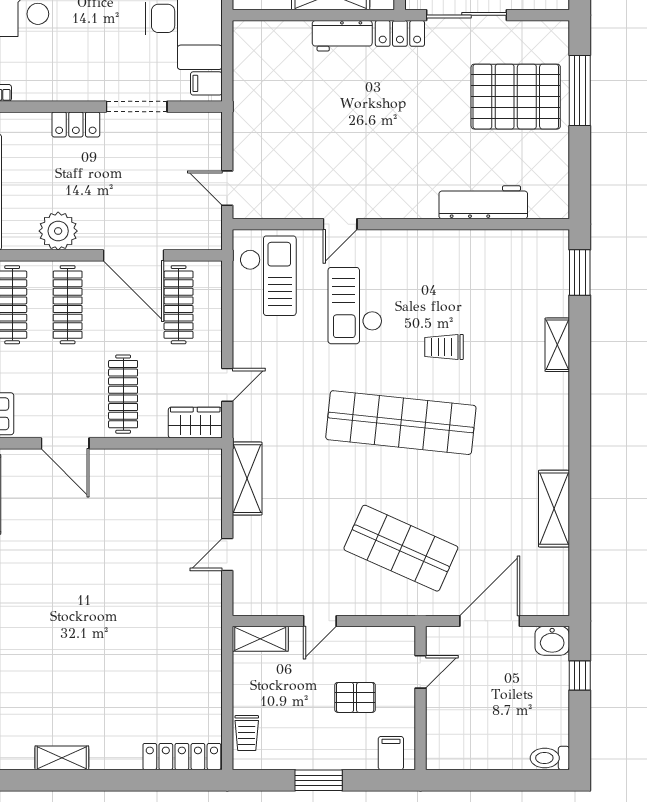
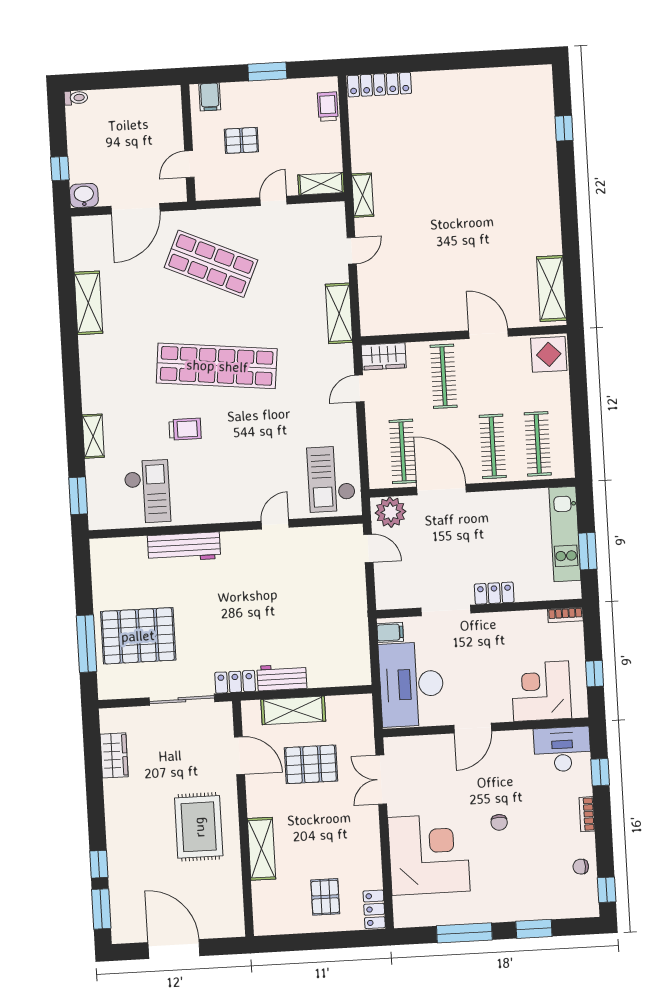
workbench: (483, 202) -> (184, 547), moved
plant: (58, 231) -> (391, 512), moved
checkout: (355, 306) -> (147, 492), moved
shelving: (62, 758) -> (363, 195), moved, turned 90
toilet: (550, 758) -> (76, 98), width x0.73, depth x0.72

